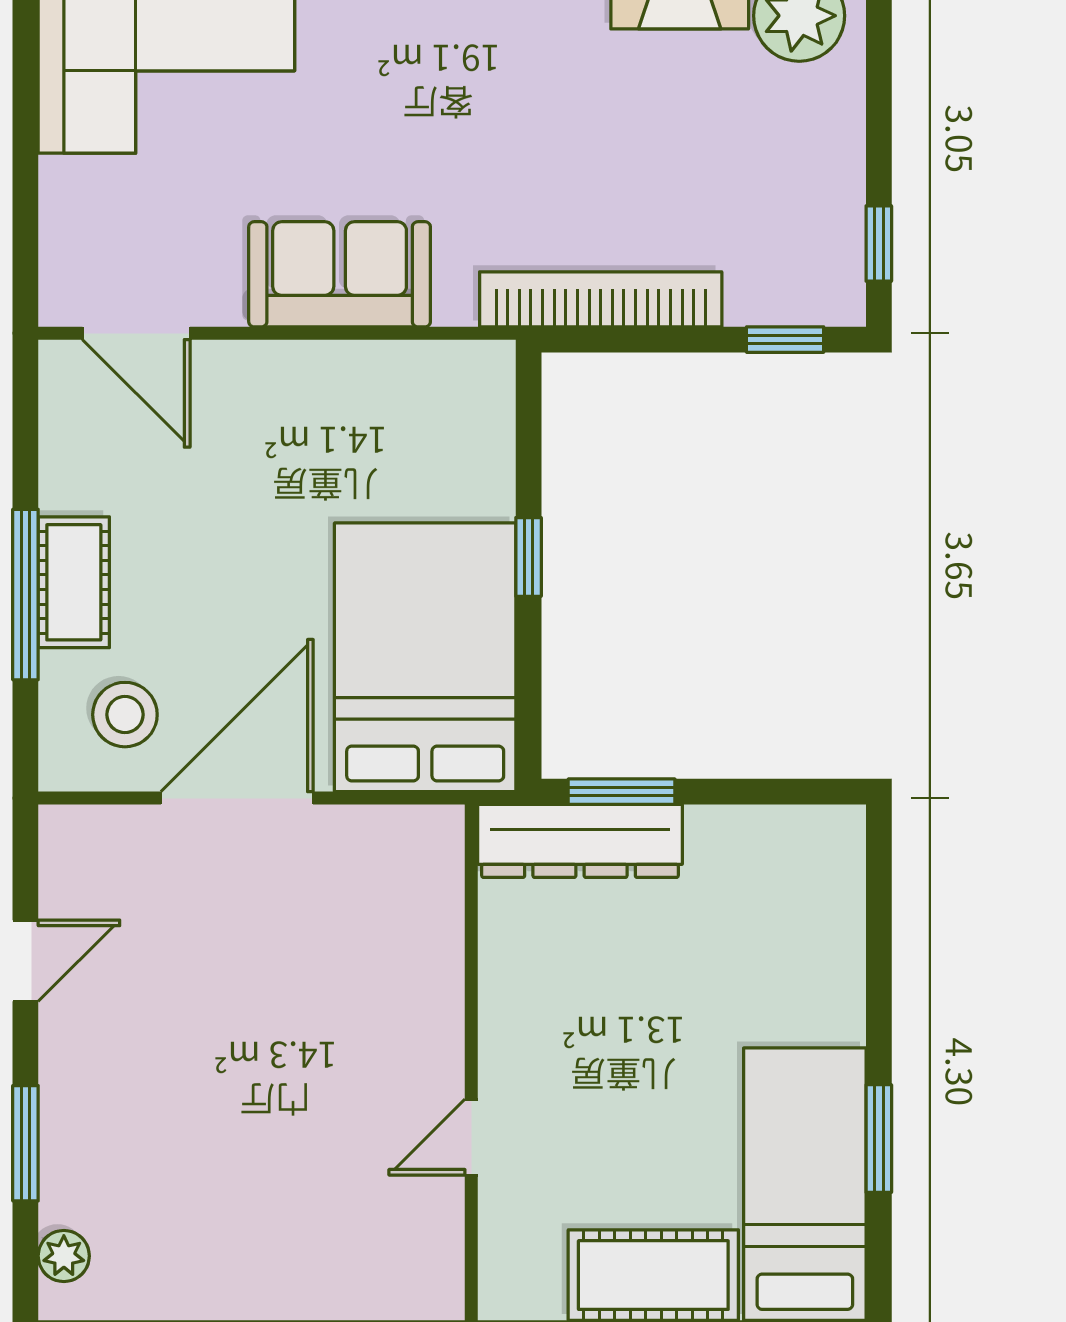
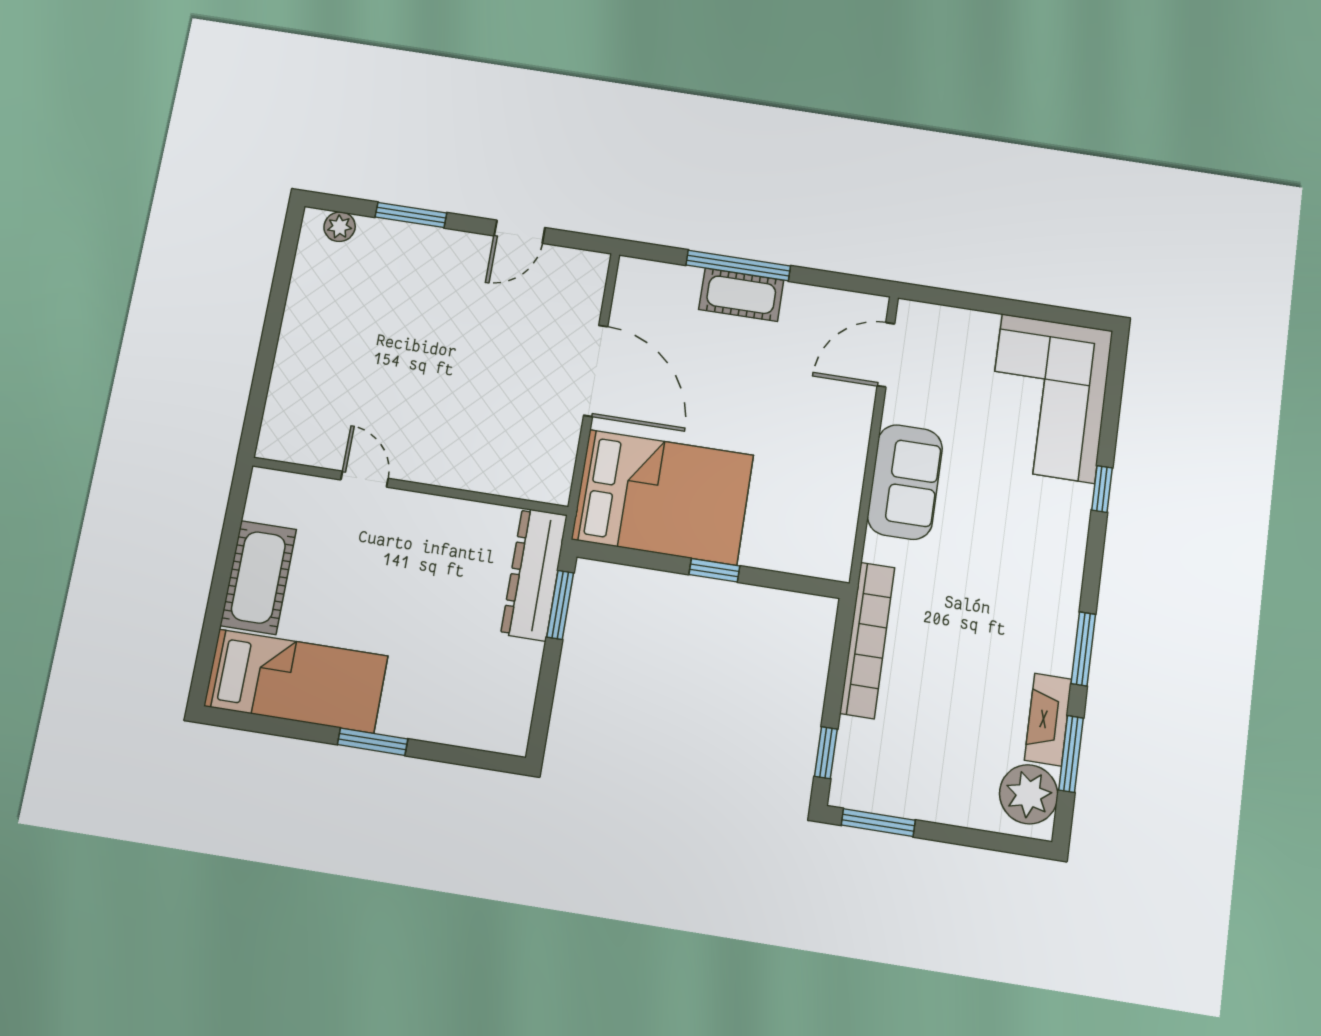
window: (879, 243) -> (878, 823), width x1.50
stool: (125, 715) -> (657, 312), removed
door: (25, 961) -> (520, 232), hinge flipped
window: (879, 1139) -> (373, 742), moved

